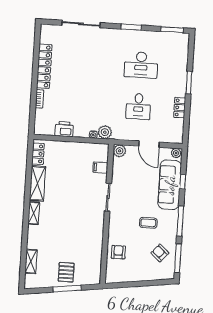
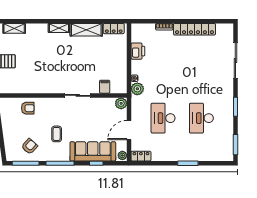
desk: (138, 106) -> (163, 118), width x1.37
locker: (180, 108) -> (141, 156), moved

